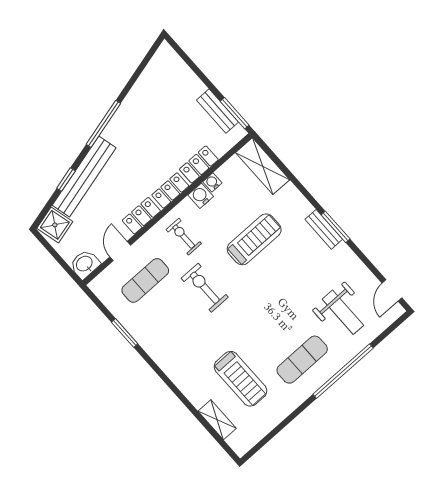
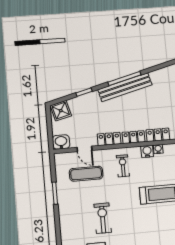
bench: (84, 177) -> (125, 87), moved
door: (120, 251) -> (85, 149), swing flipped
exercise bike: (205, 288) -> (103, 218), moved

